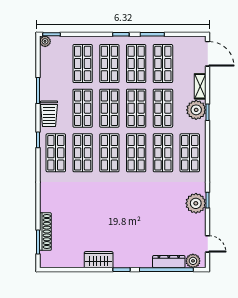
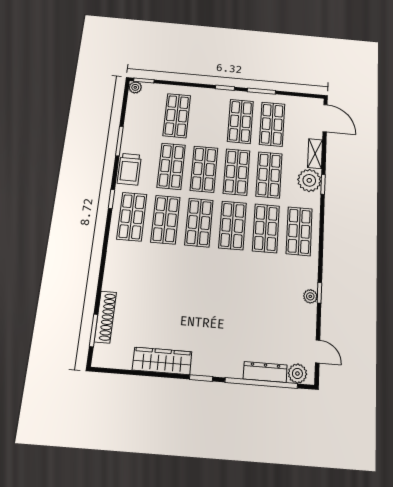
shop shelf: (109, 64) -> (209, 118), removed
plant: (196, 203) -> (310, 296), width x0.53, depth x0.53
wardrobe: (99, 260) -> (162, 361), width x1.50

